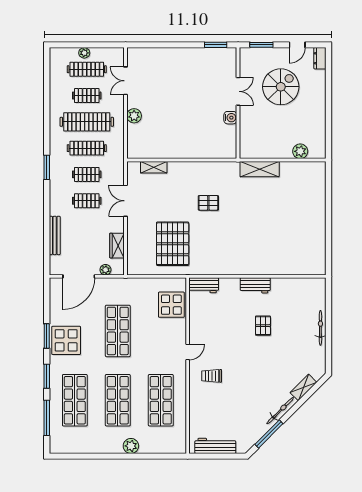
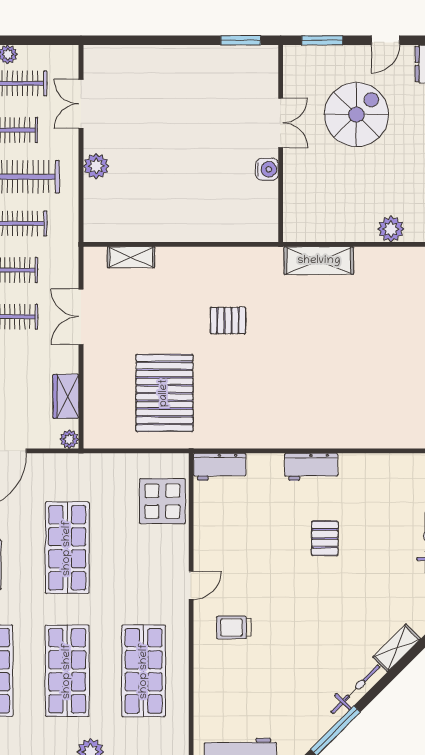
plant: (105, 270) -> (69, 439), moved

